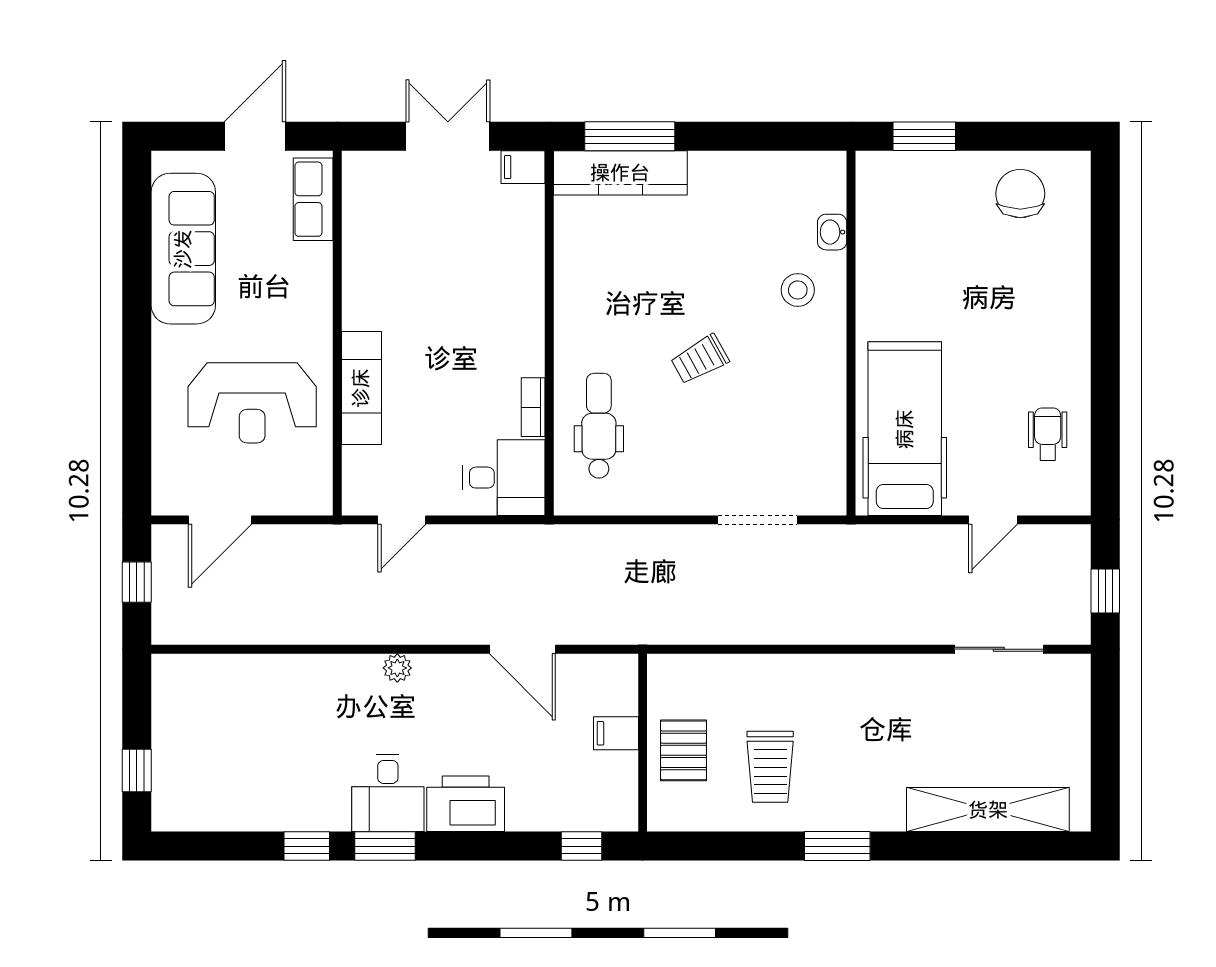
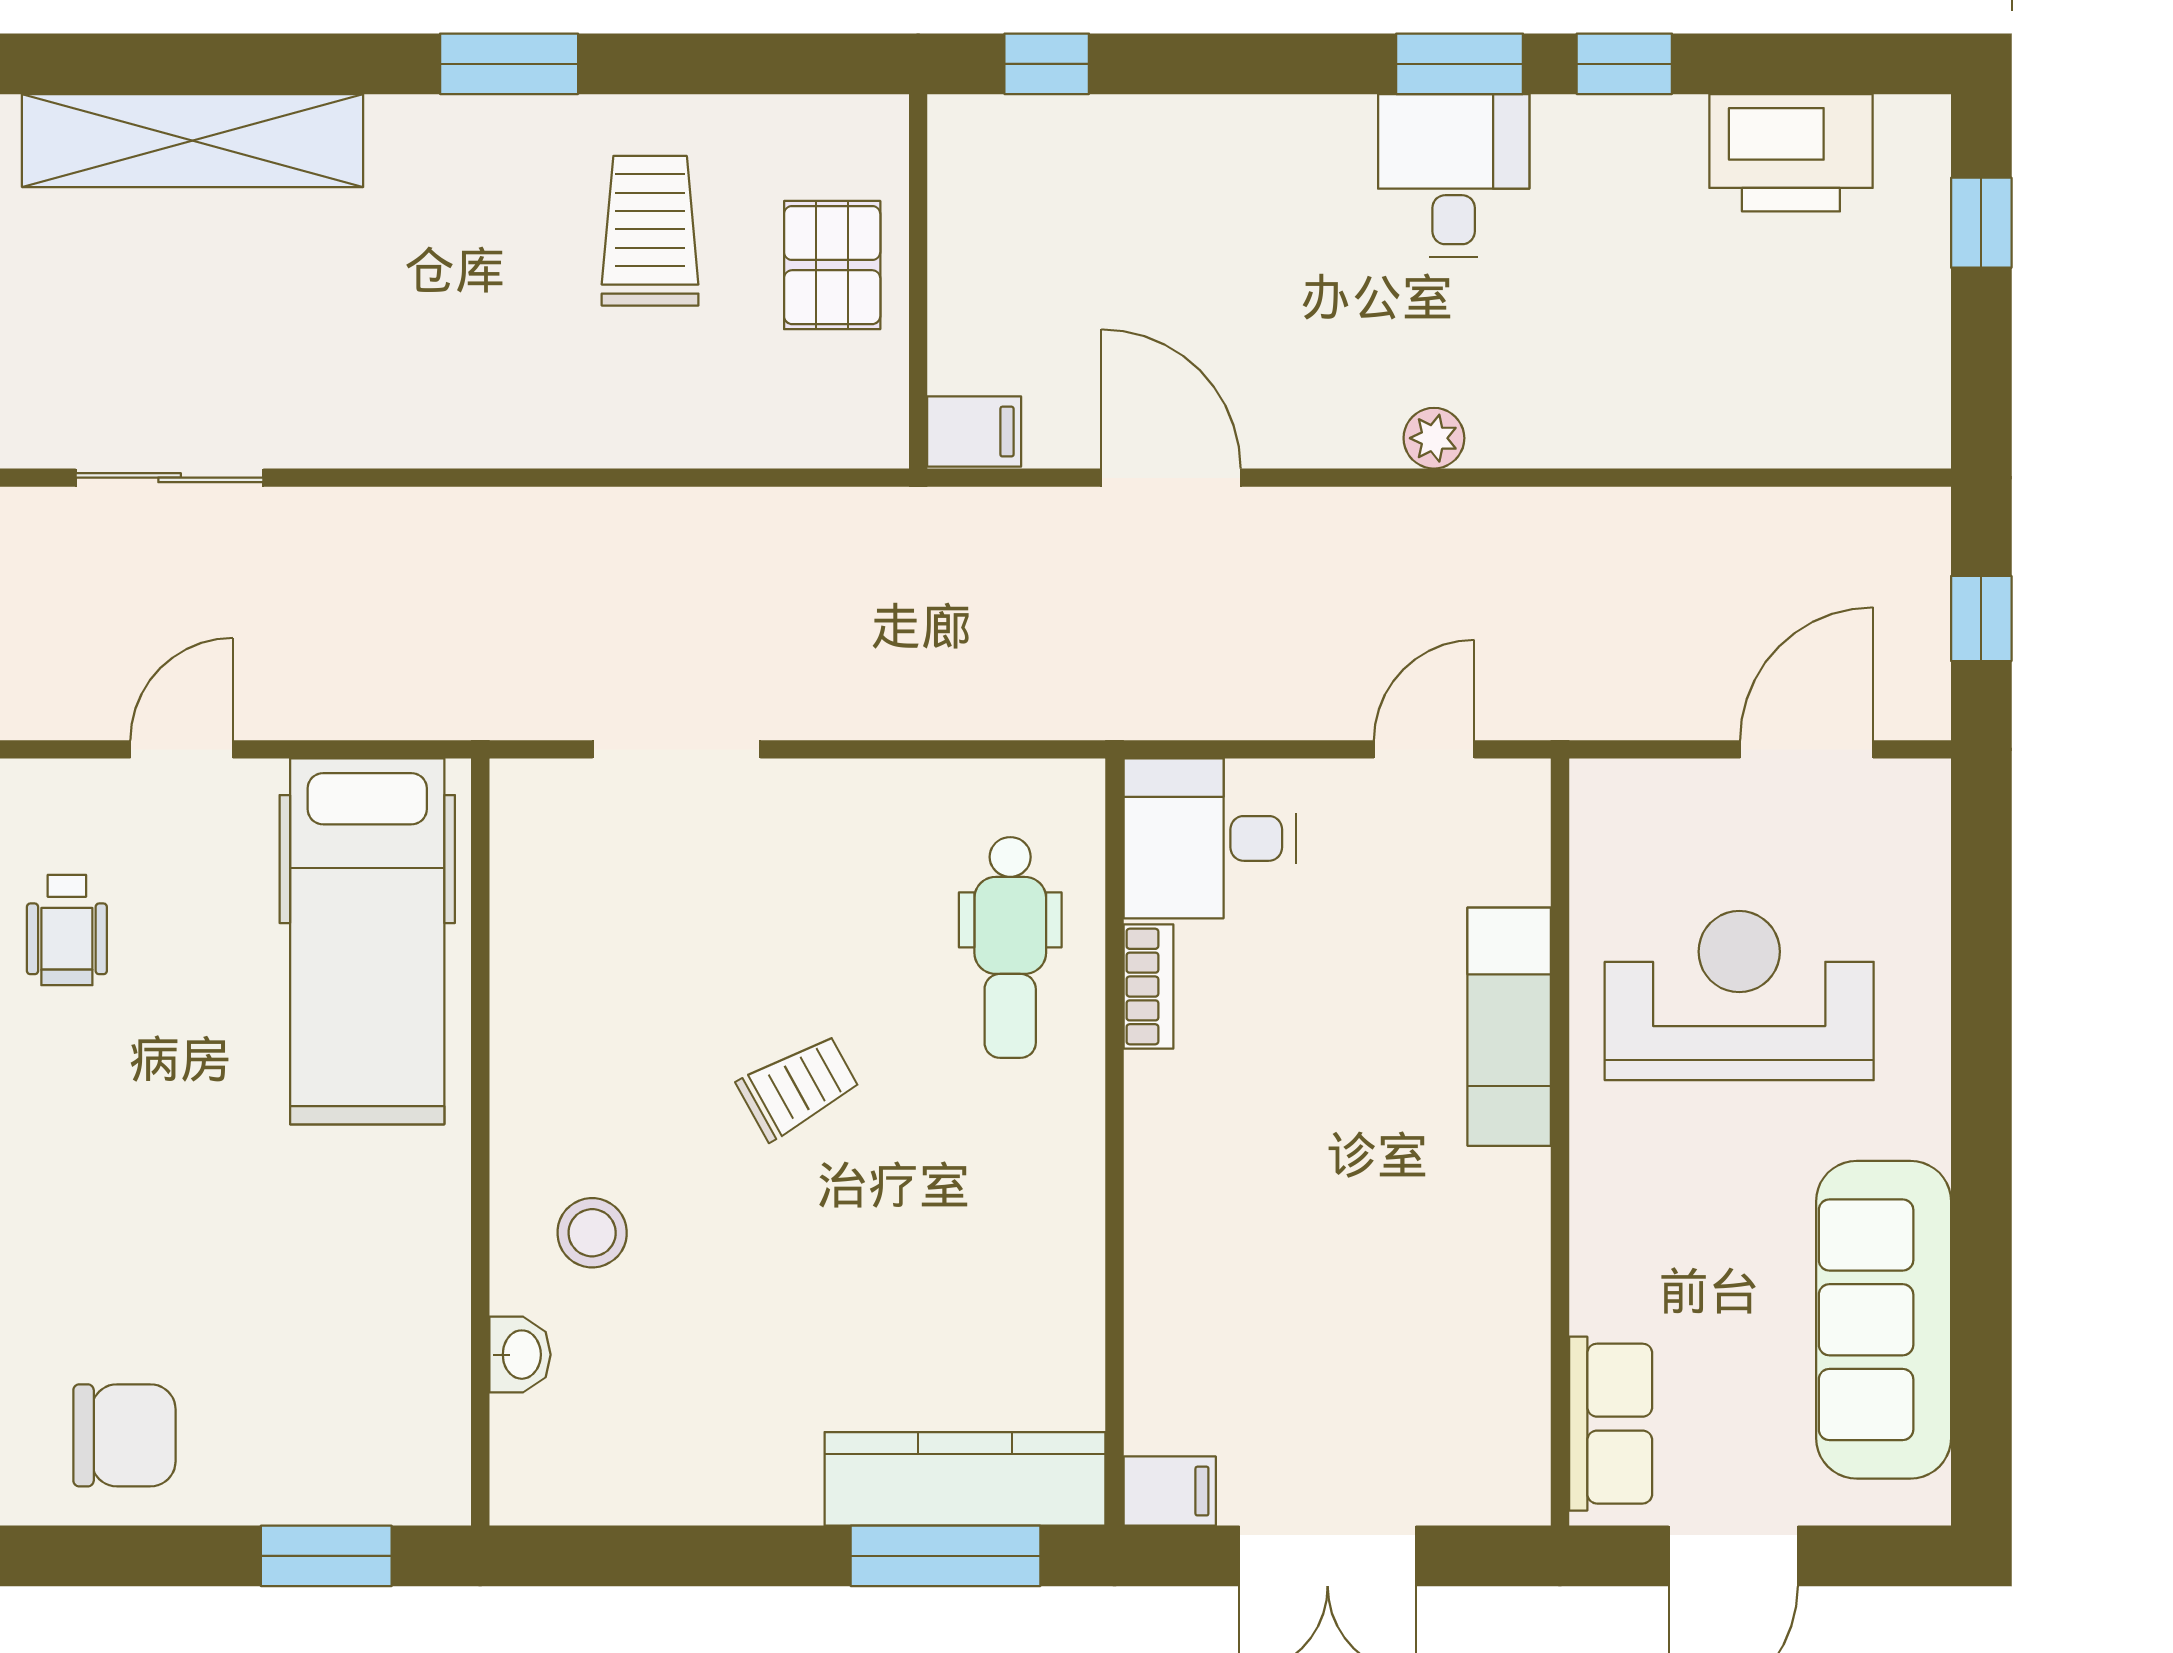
chair: (1020, 194) -> (124, 1435), turned -90
filing cabinet: (616, 733) -> (974, 432), moved
printer: (466, 804) -> (1791, 153), moved

